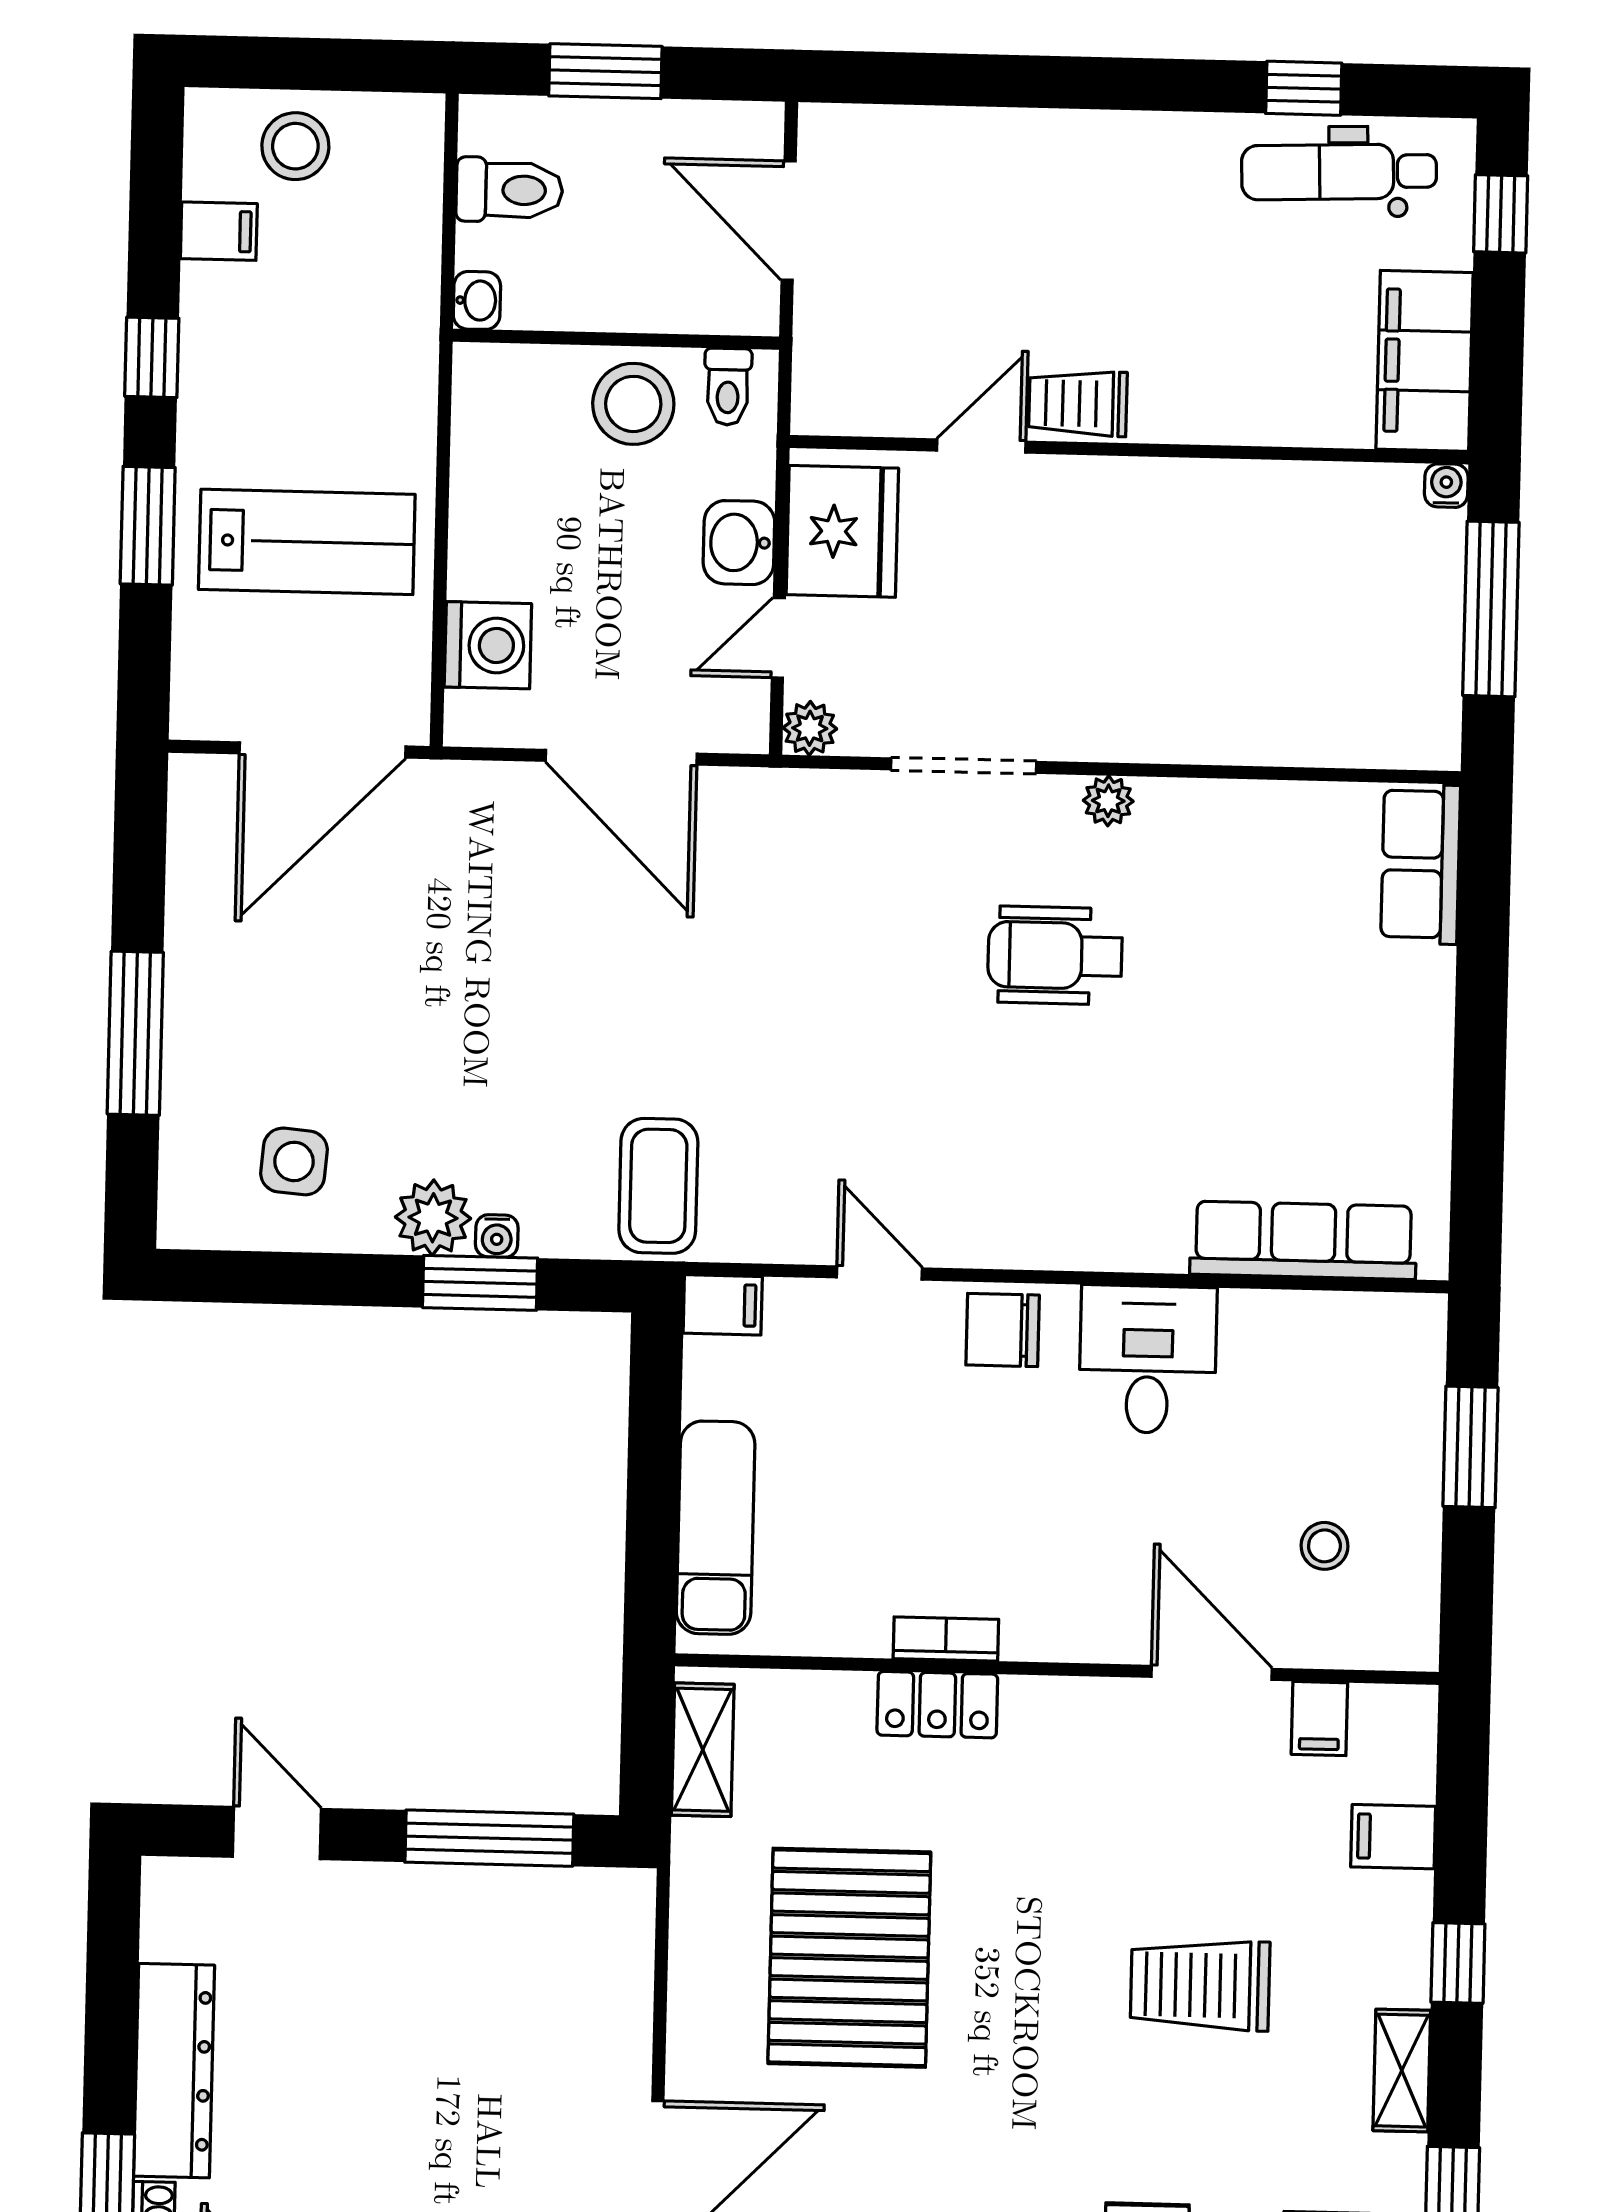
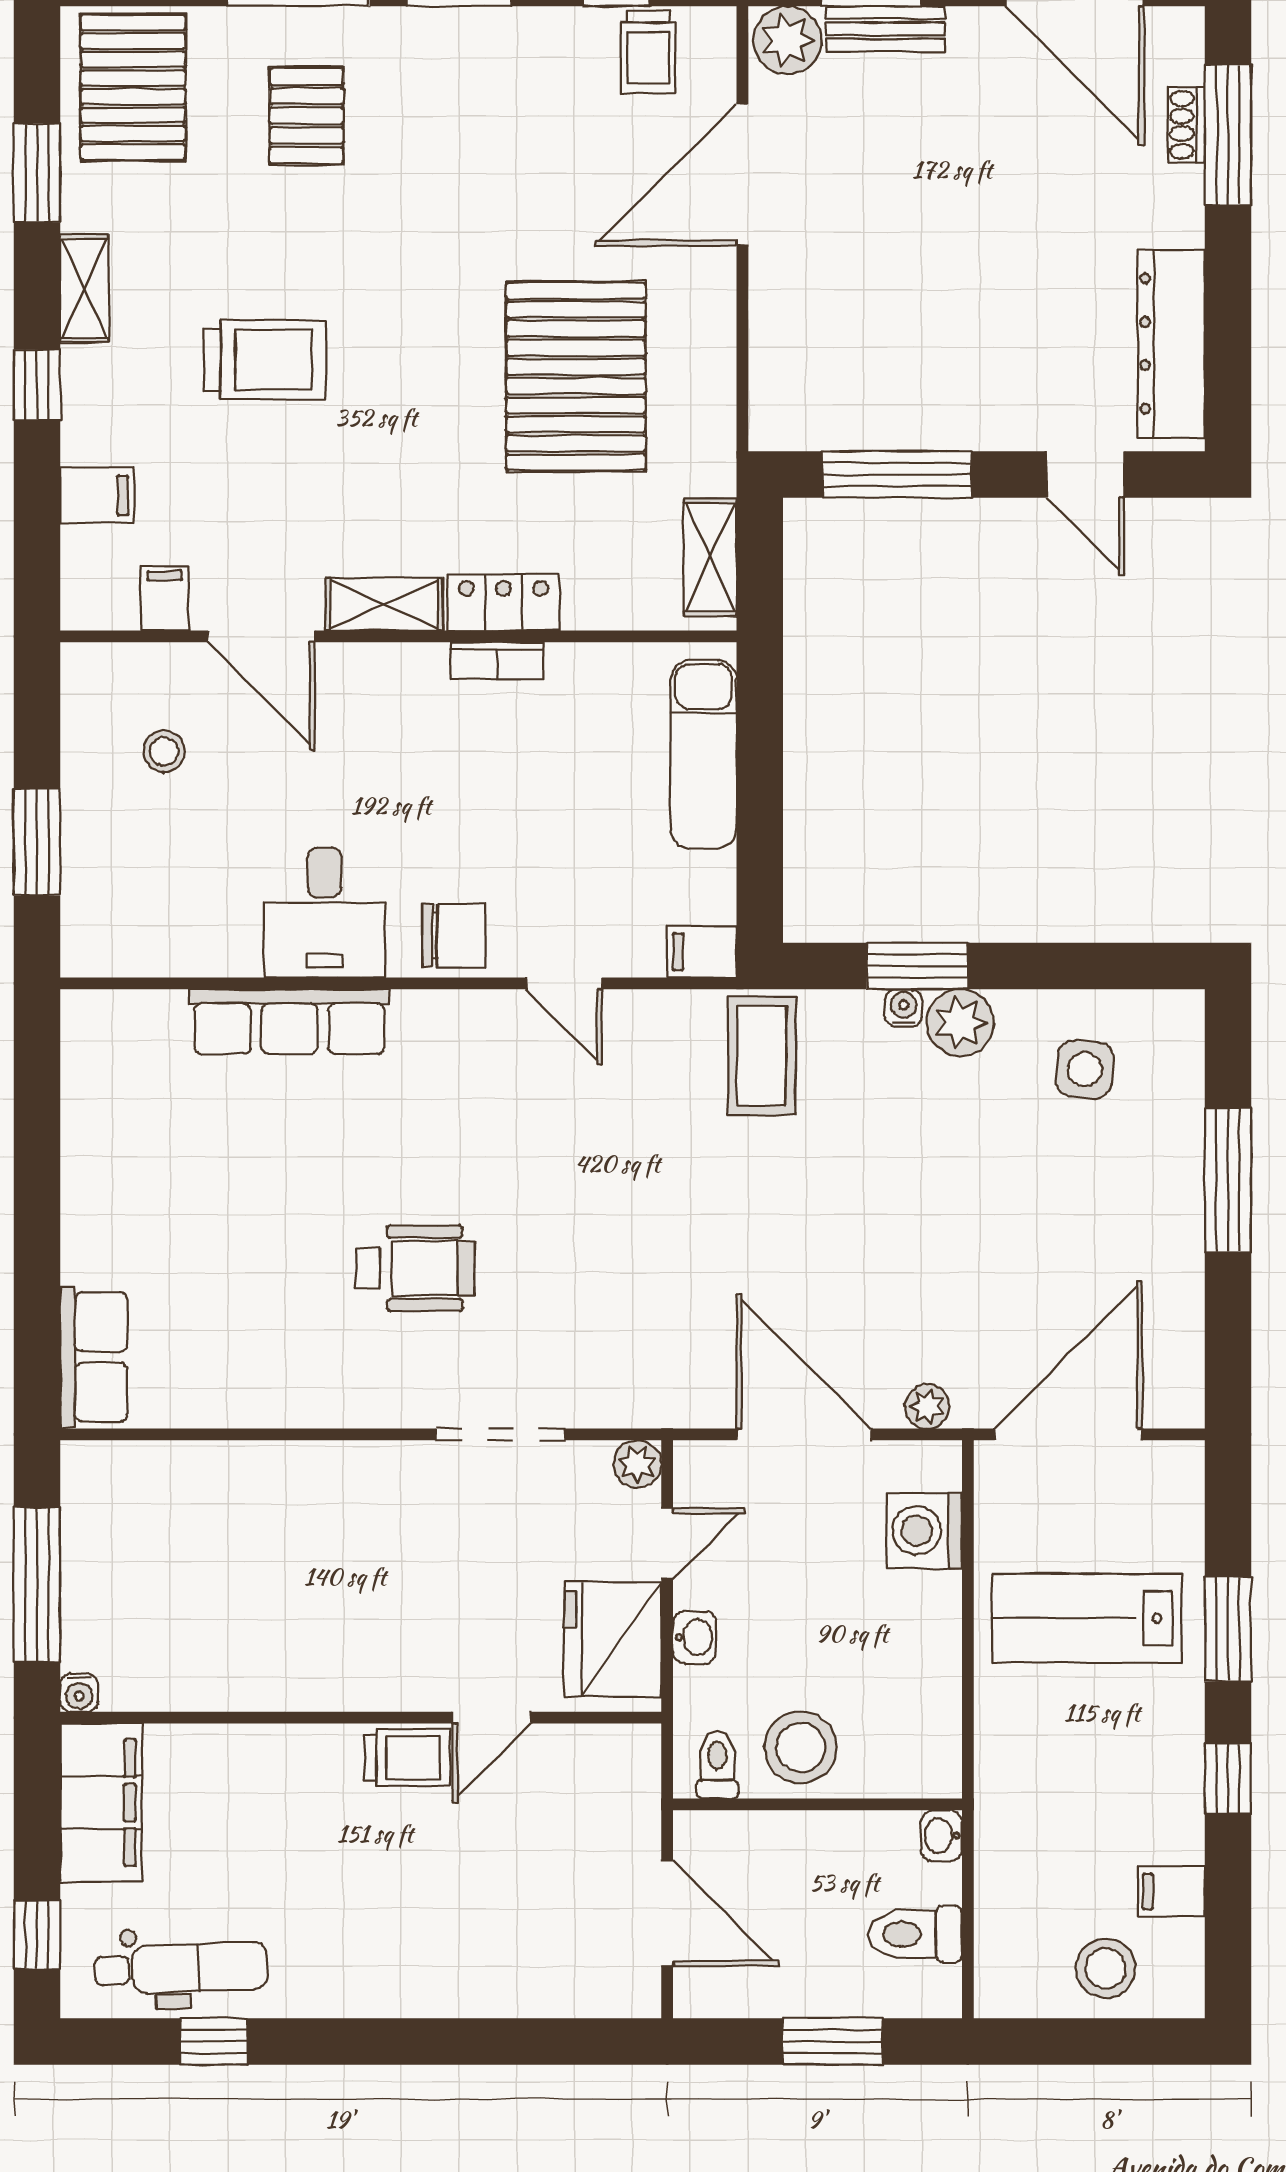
washbasin: (739, 543) -> (695, 1637), width x0.72, depth x0.69
plant: (1108, 801) -> (927, 1406), moved
row of seats: (1303, 1240) -> (289, 1022), moved
shelving: (1072, 1706) -> (384, 604), added
dresser: (174, 2071) -> (1171, 344), moved

